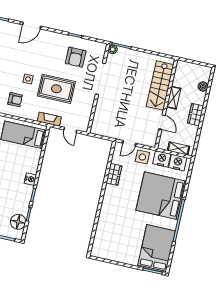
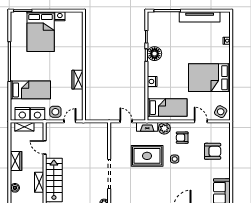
armchair: (76, 57) -> (136, 188), removed
shelving: (174, 98) -> (39, 182), moved
plant: (32, 114) -> (164, 128), added
wardrobe: (114, 174) -> (77, 80), moved
nightstand: (30, 179) -> (152, 81), moved
bed: (161, 196) -> (30, 90), width x0.49
floor lamp: (18, 222) -> (155, 54), moved
bed: (156, 249) -> (41, 32), moved
nightstand: (115, 256) -> (60, 16), added

